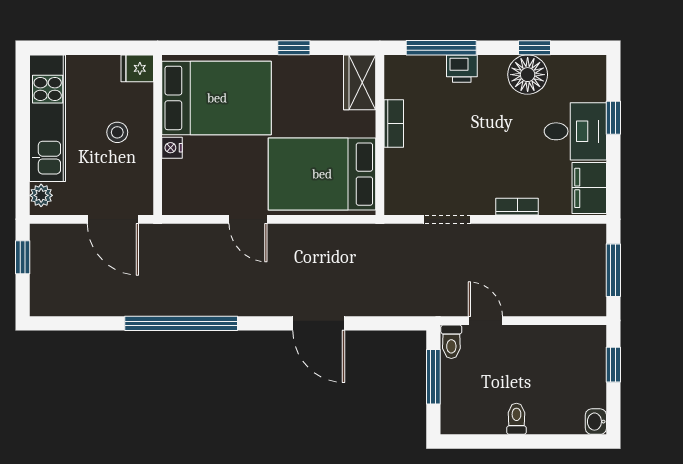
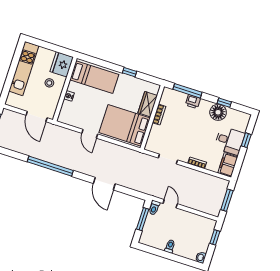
fridge: (137, 68) -> (62, 64), width x1.88, depth x1.34
wardrobe: (360, 82) -> (148, 104), moved
bed: (217, 98) -> (94, 77), width x0.67
plant: (41, 195) -> (11, 98), removed

